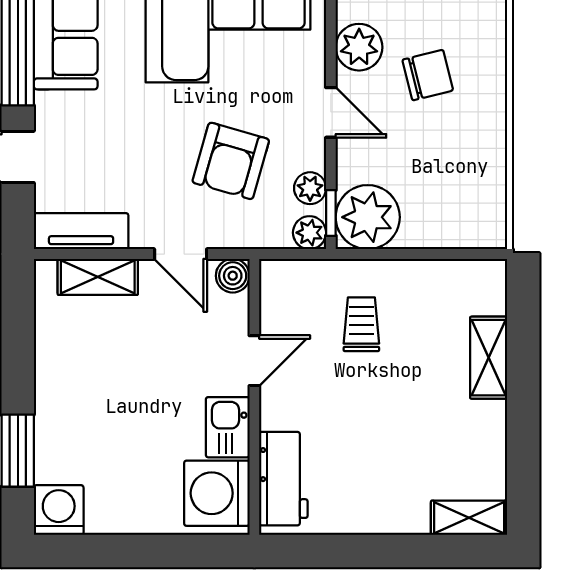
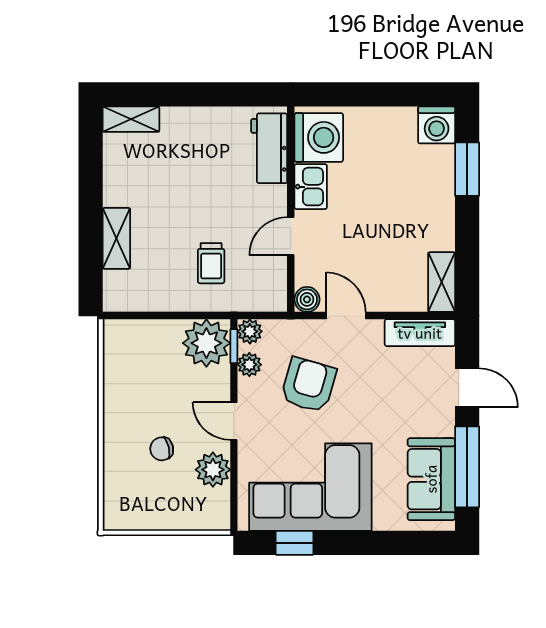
chair: (428, 75) -> (162, 449), width x0.73, depth x0.73
shelving: (98, 277) -> (442, 282), moved, turned 90

